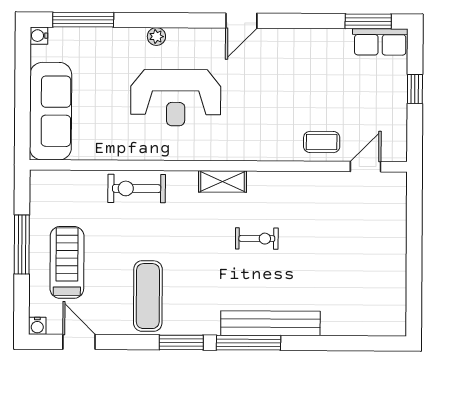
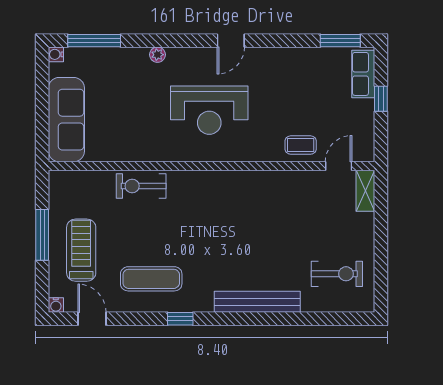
row of seats: (380, 42) -> (363, 74), moved, turned 90
reception desk: (176, 98) -> (209, 110), moved
shelving: (222, 181) -> (365, 191), moved, turned 90
exercise bike: (257, 239) -> (337, 274), moved, width x1.38, depth x1.39
exercise mat: (148, 296) -> (151, 279), turned 90
window: (181, 342) -> (180, 319), width x0.67
window: (248, 343) -> (238, 319), removed

